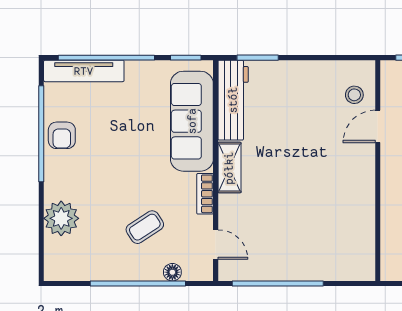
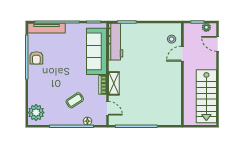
shelving: (229, 168) -> (114, 83), moved
plant: (61, 218) -> (36, 113), moved

